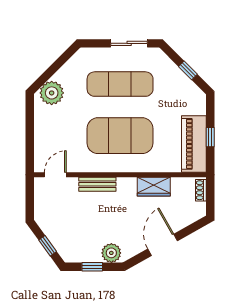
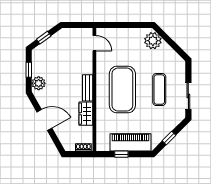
exercise mat: (120, 84) -> (159, 90), width x0.73, depth x0.69
piano: (194, 144) -> (131, 142), moved
bench: (97, 184) -> (88, 88), moved

